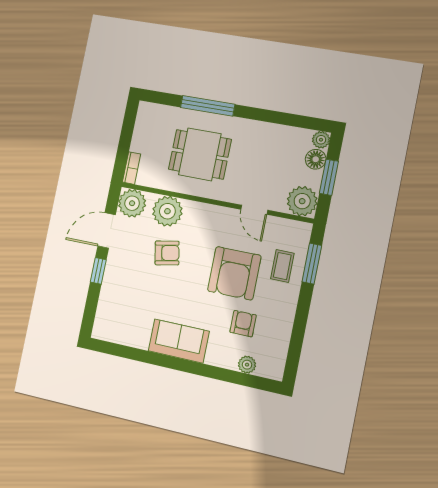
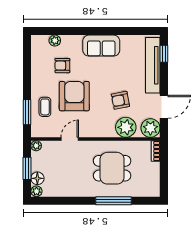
plant: (302, 201) -> (36, 146), width x0.53, depth x0.53
door: (254, 210) -> (70, 139), hinge flipped
window: (98, 271) -> (164, 54), moved
tv unit: (110, 295) -> (153, 65), added
armchair: (243, 324) -> (62, 66), turned 90

